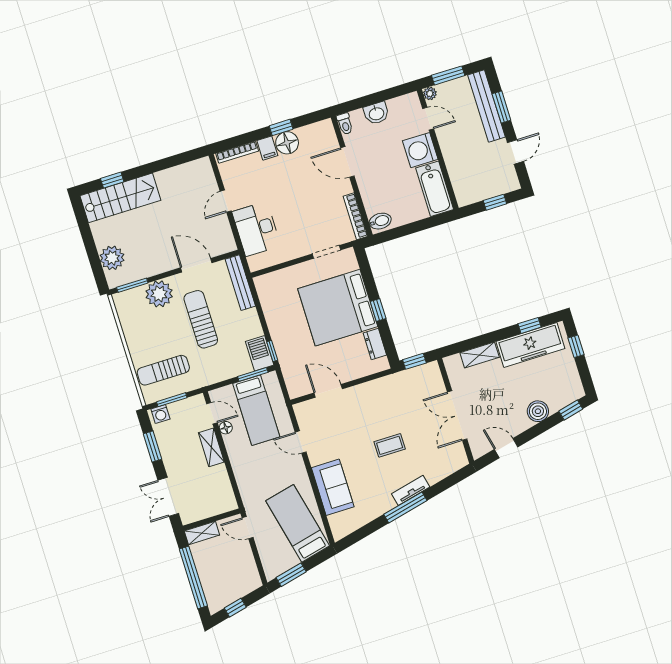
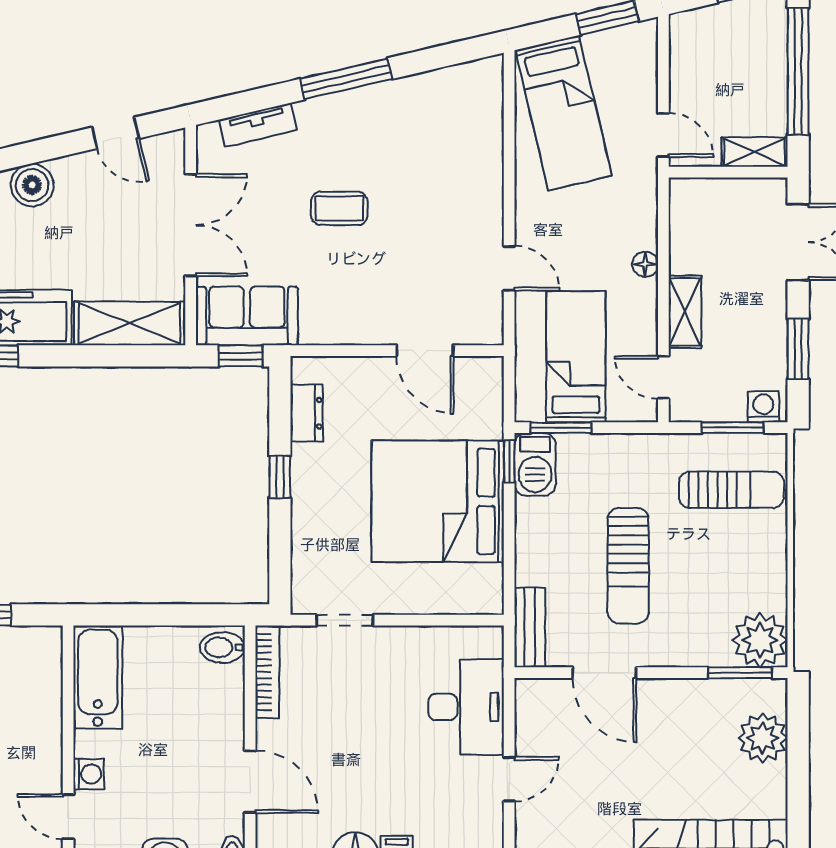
washing machine: (420, 150) -> (89, 774), width x0.53, depth x0.53
bench: (240, 283) -> (530, 627), width x0.73
plant: (159, 294) -> (760, 640), moved
bed: (338, 308) -> (438, 501), moved, turned 180
shelving: (480, 355) -> (129, 323), width x1.50, depth x1.33
floor lamp: (226, 428) -> (645, 264), moved
sofa: (333, 487) -> (247, 316), moved, turned 90
tv unit: (411, 490) -> (258, 125), moved

